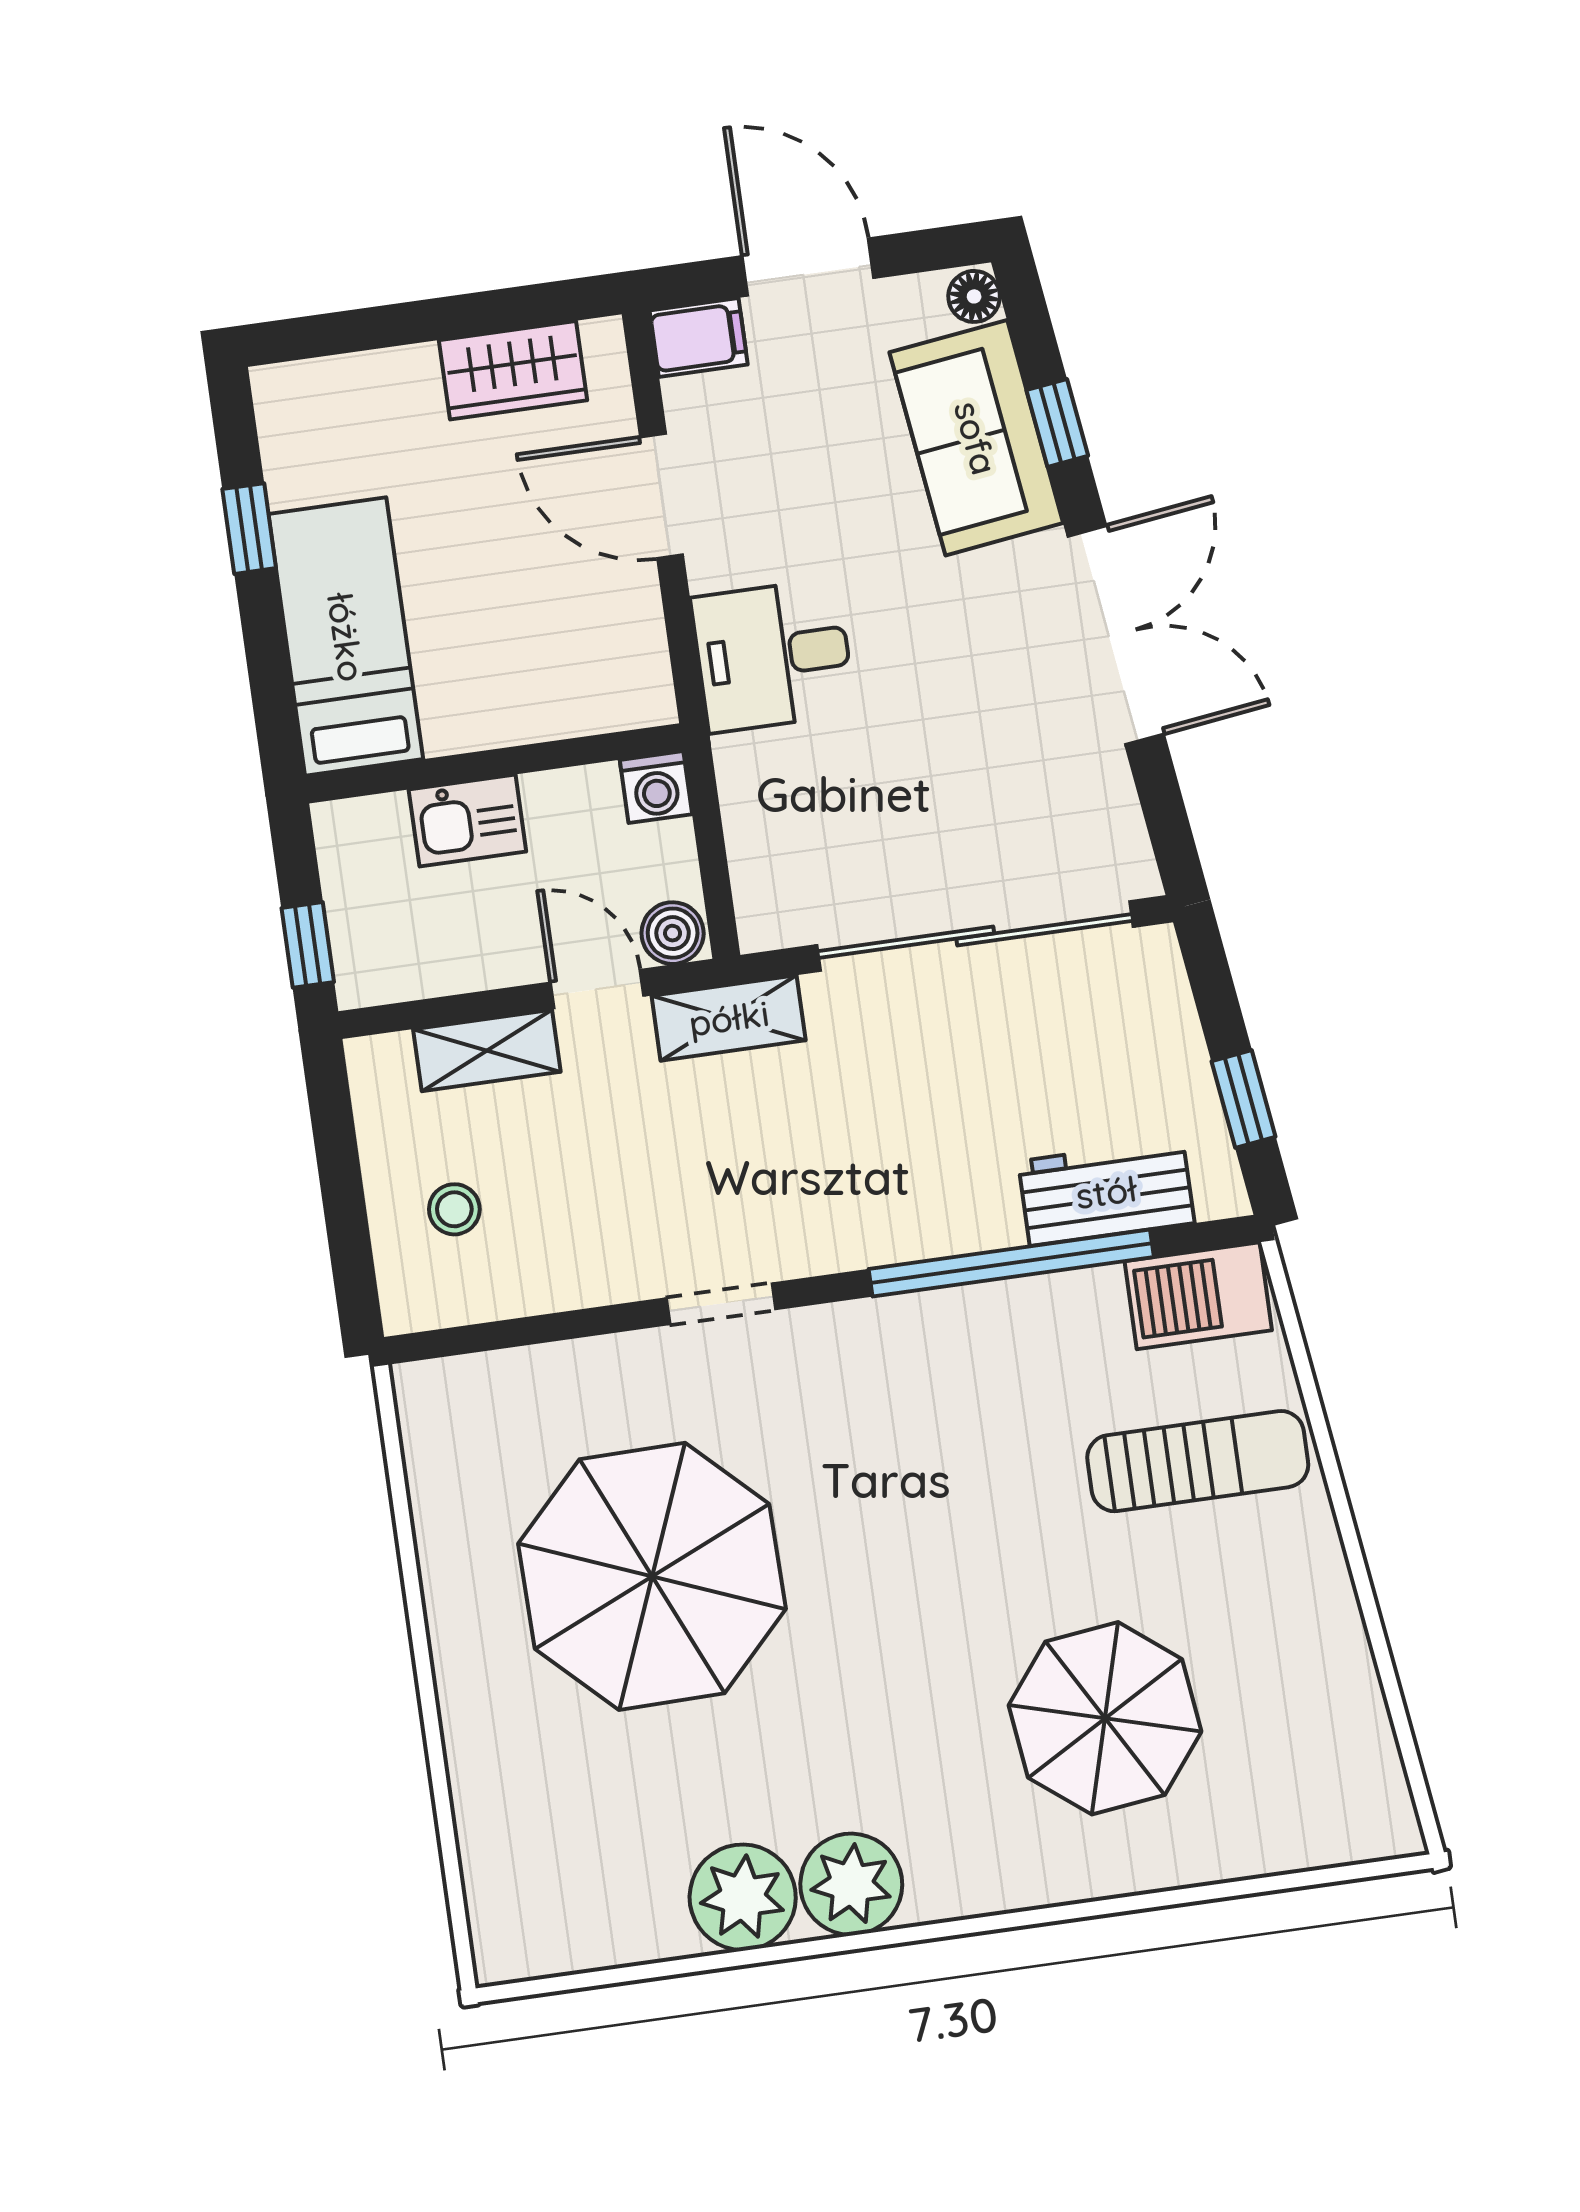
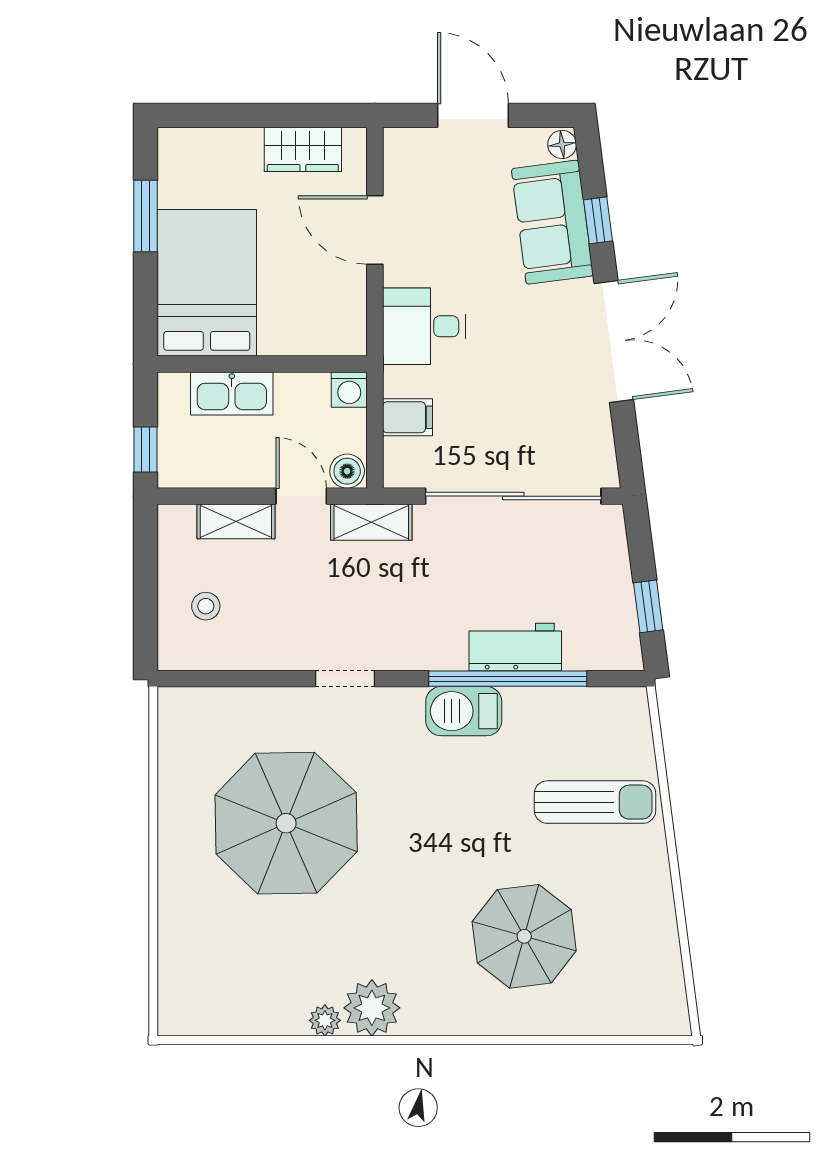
filing cabinet: (699, 338) -> (407, 417), moved
window: (249, 529) -> (146, 216), width x1.50
bed: (346, 637) -> (207, 283), width x1.50
kitchen sink: (467, 821) -> (232, 393), width x1.38
workbench: (1106, 1192) -> (515, 647), moved
barbecue: (1198, 1296) -> (464, 711), moved
plant: (743, 1897) -> (325, 1020), width x0.53, depth x0.53

